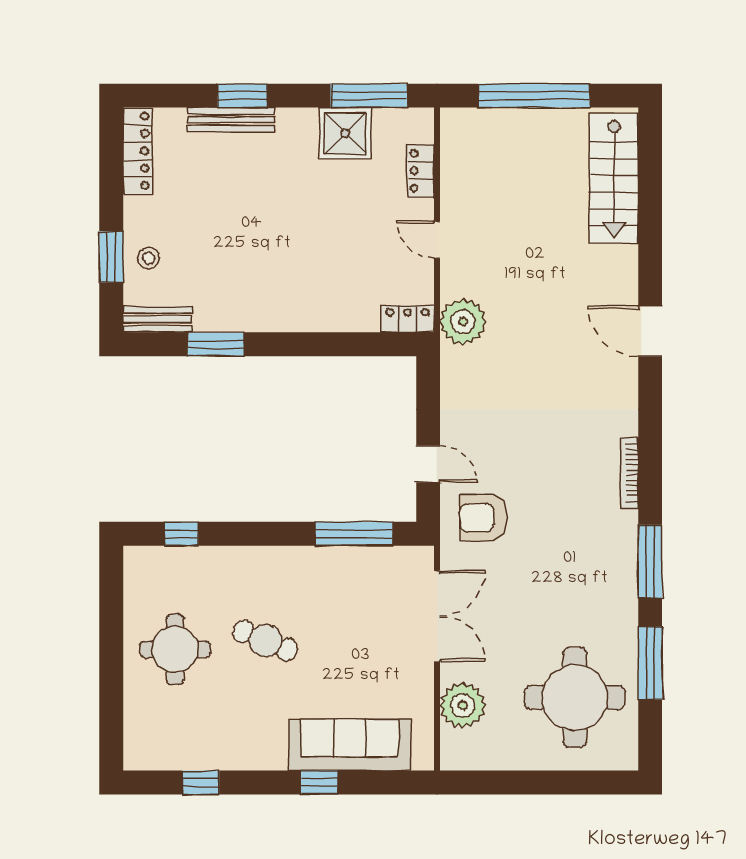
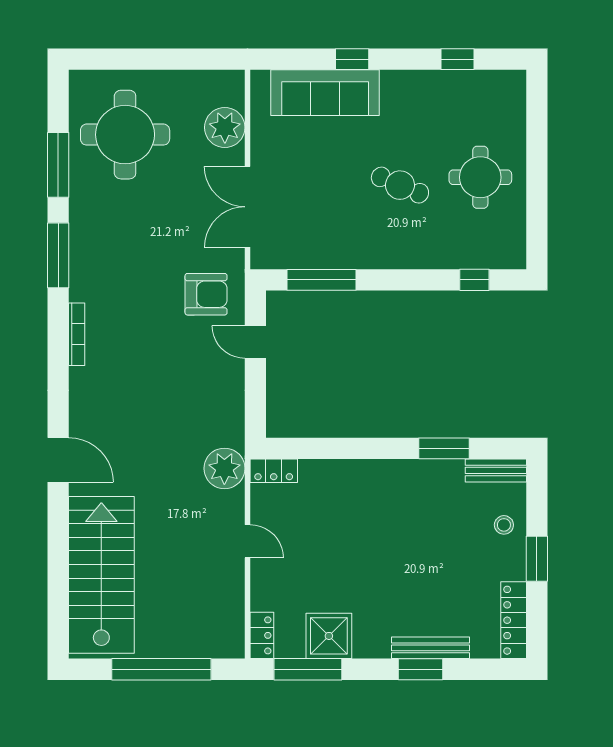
locker: (421, 171) -> (262, 635), moved
stairs: (614, 178) -> (101, 575), width x1.36, depth x1.51
window: (111, 257) -> (537, 559), moved

